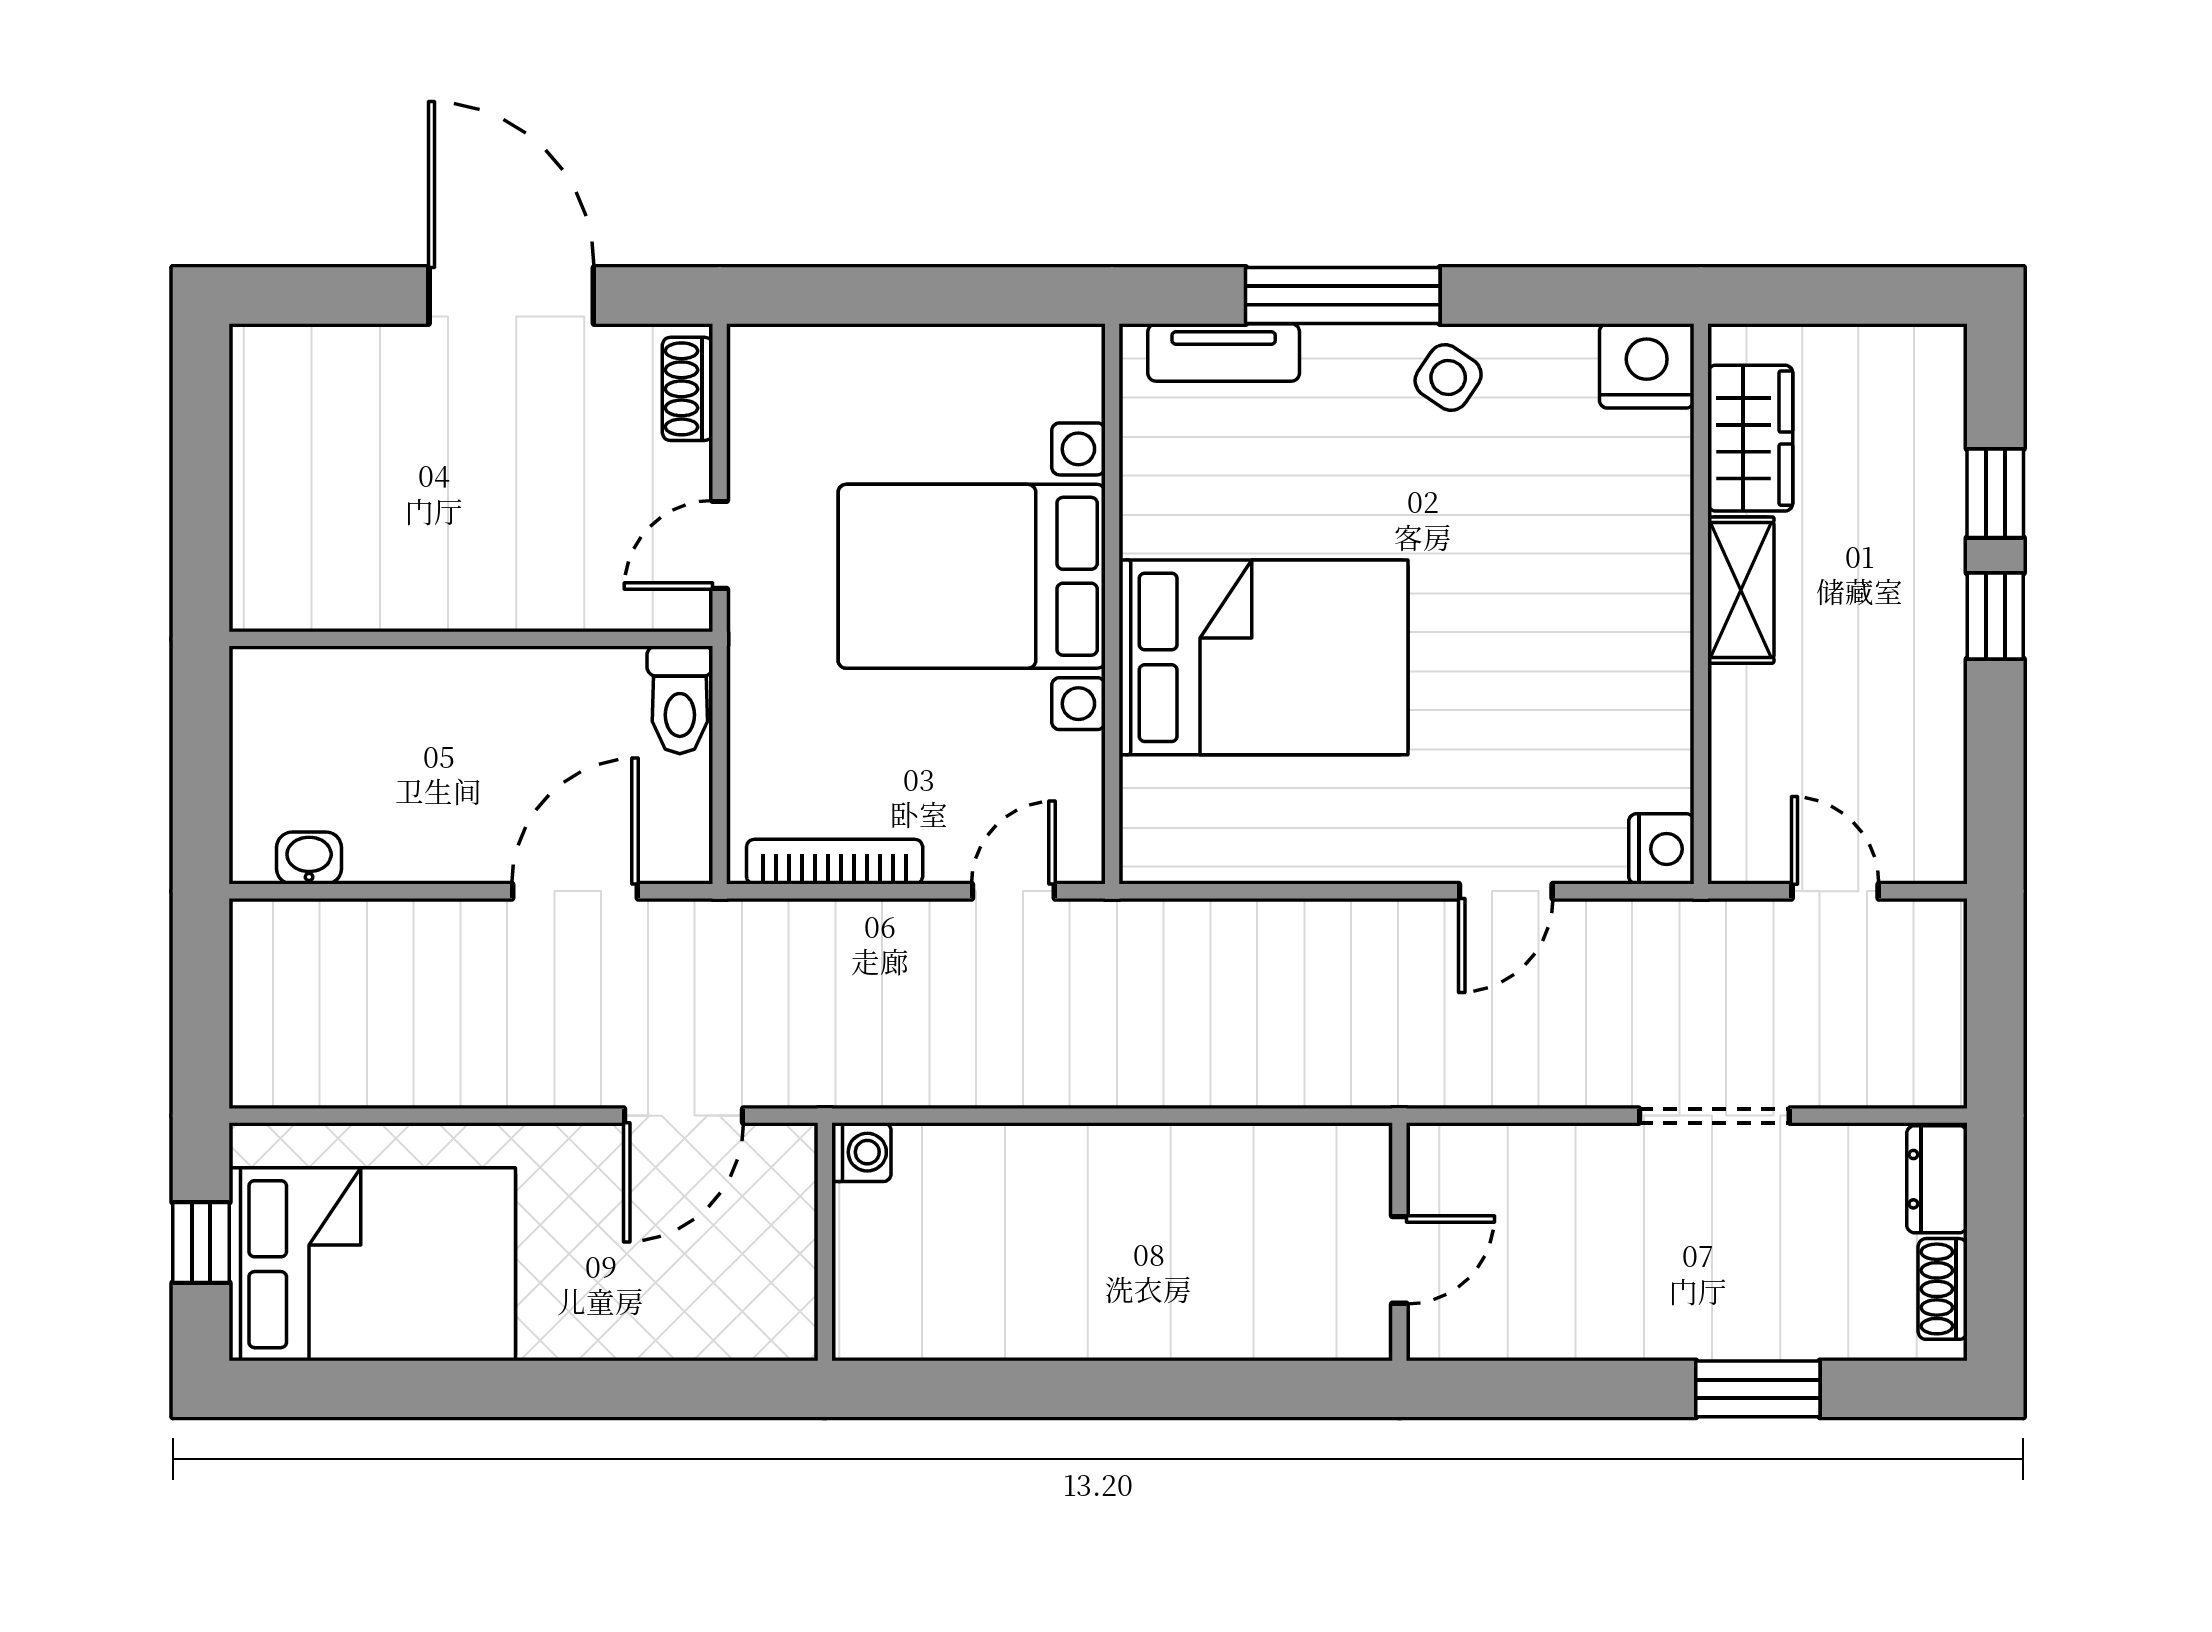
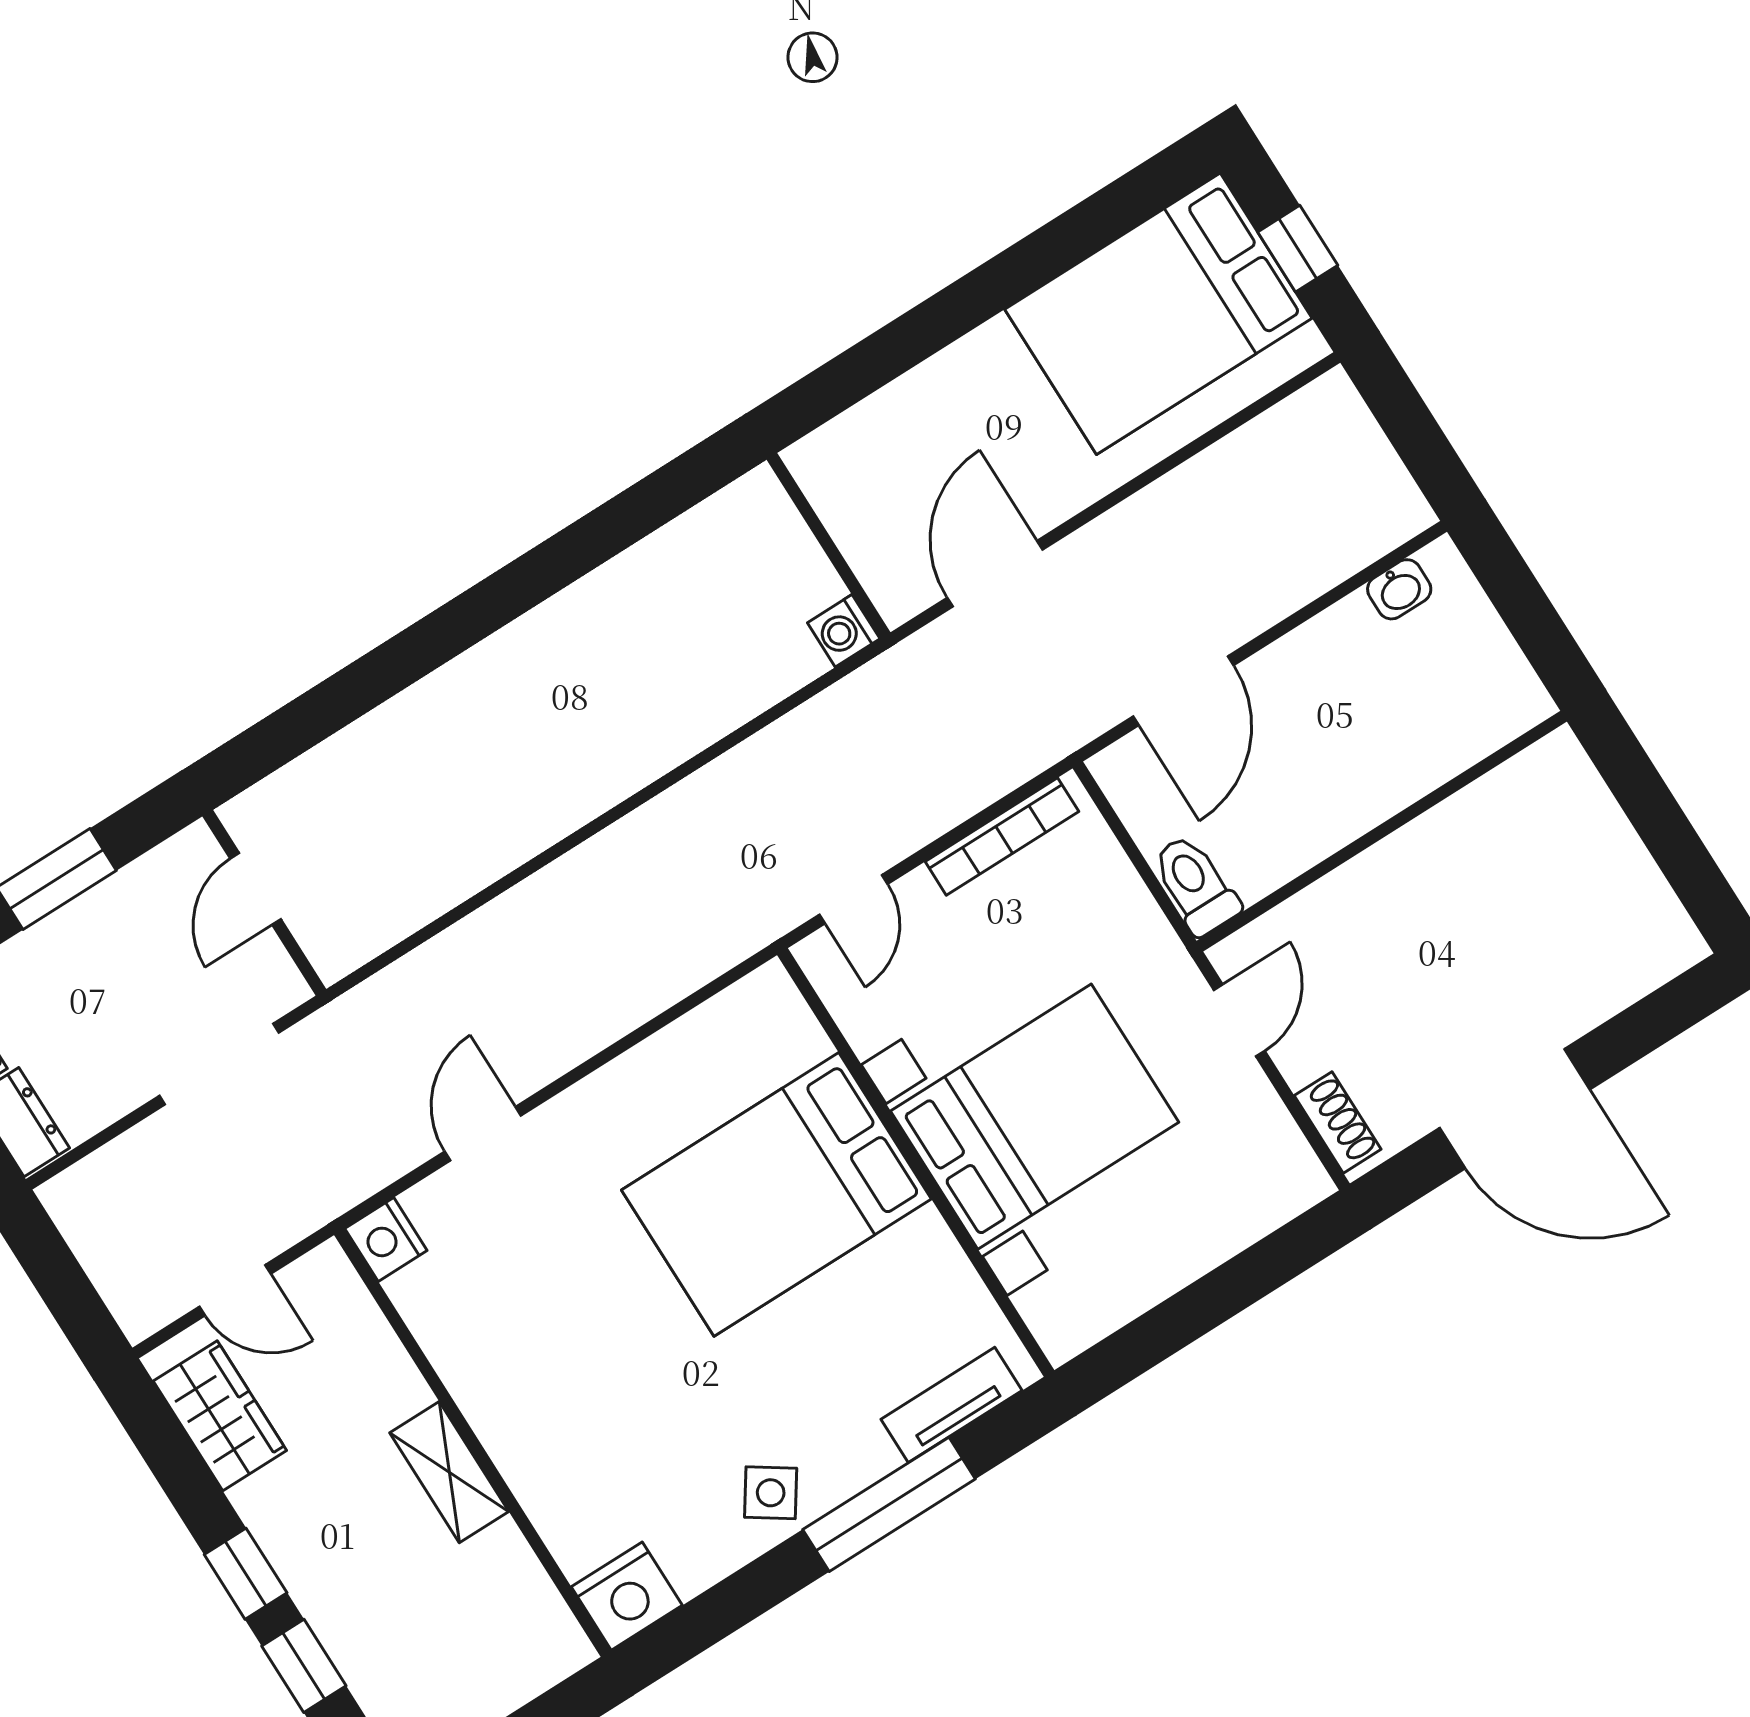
wardrobe: (1750, 438) -> (220, 1416), moved, turned 180
wall: (1399, 1242) -> (264, 903), moved
door: (1399, 1260) -> (256, 889), moved

